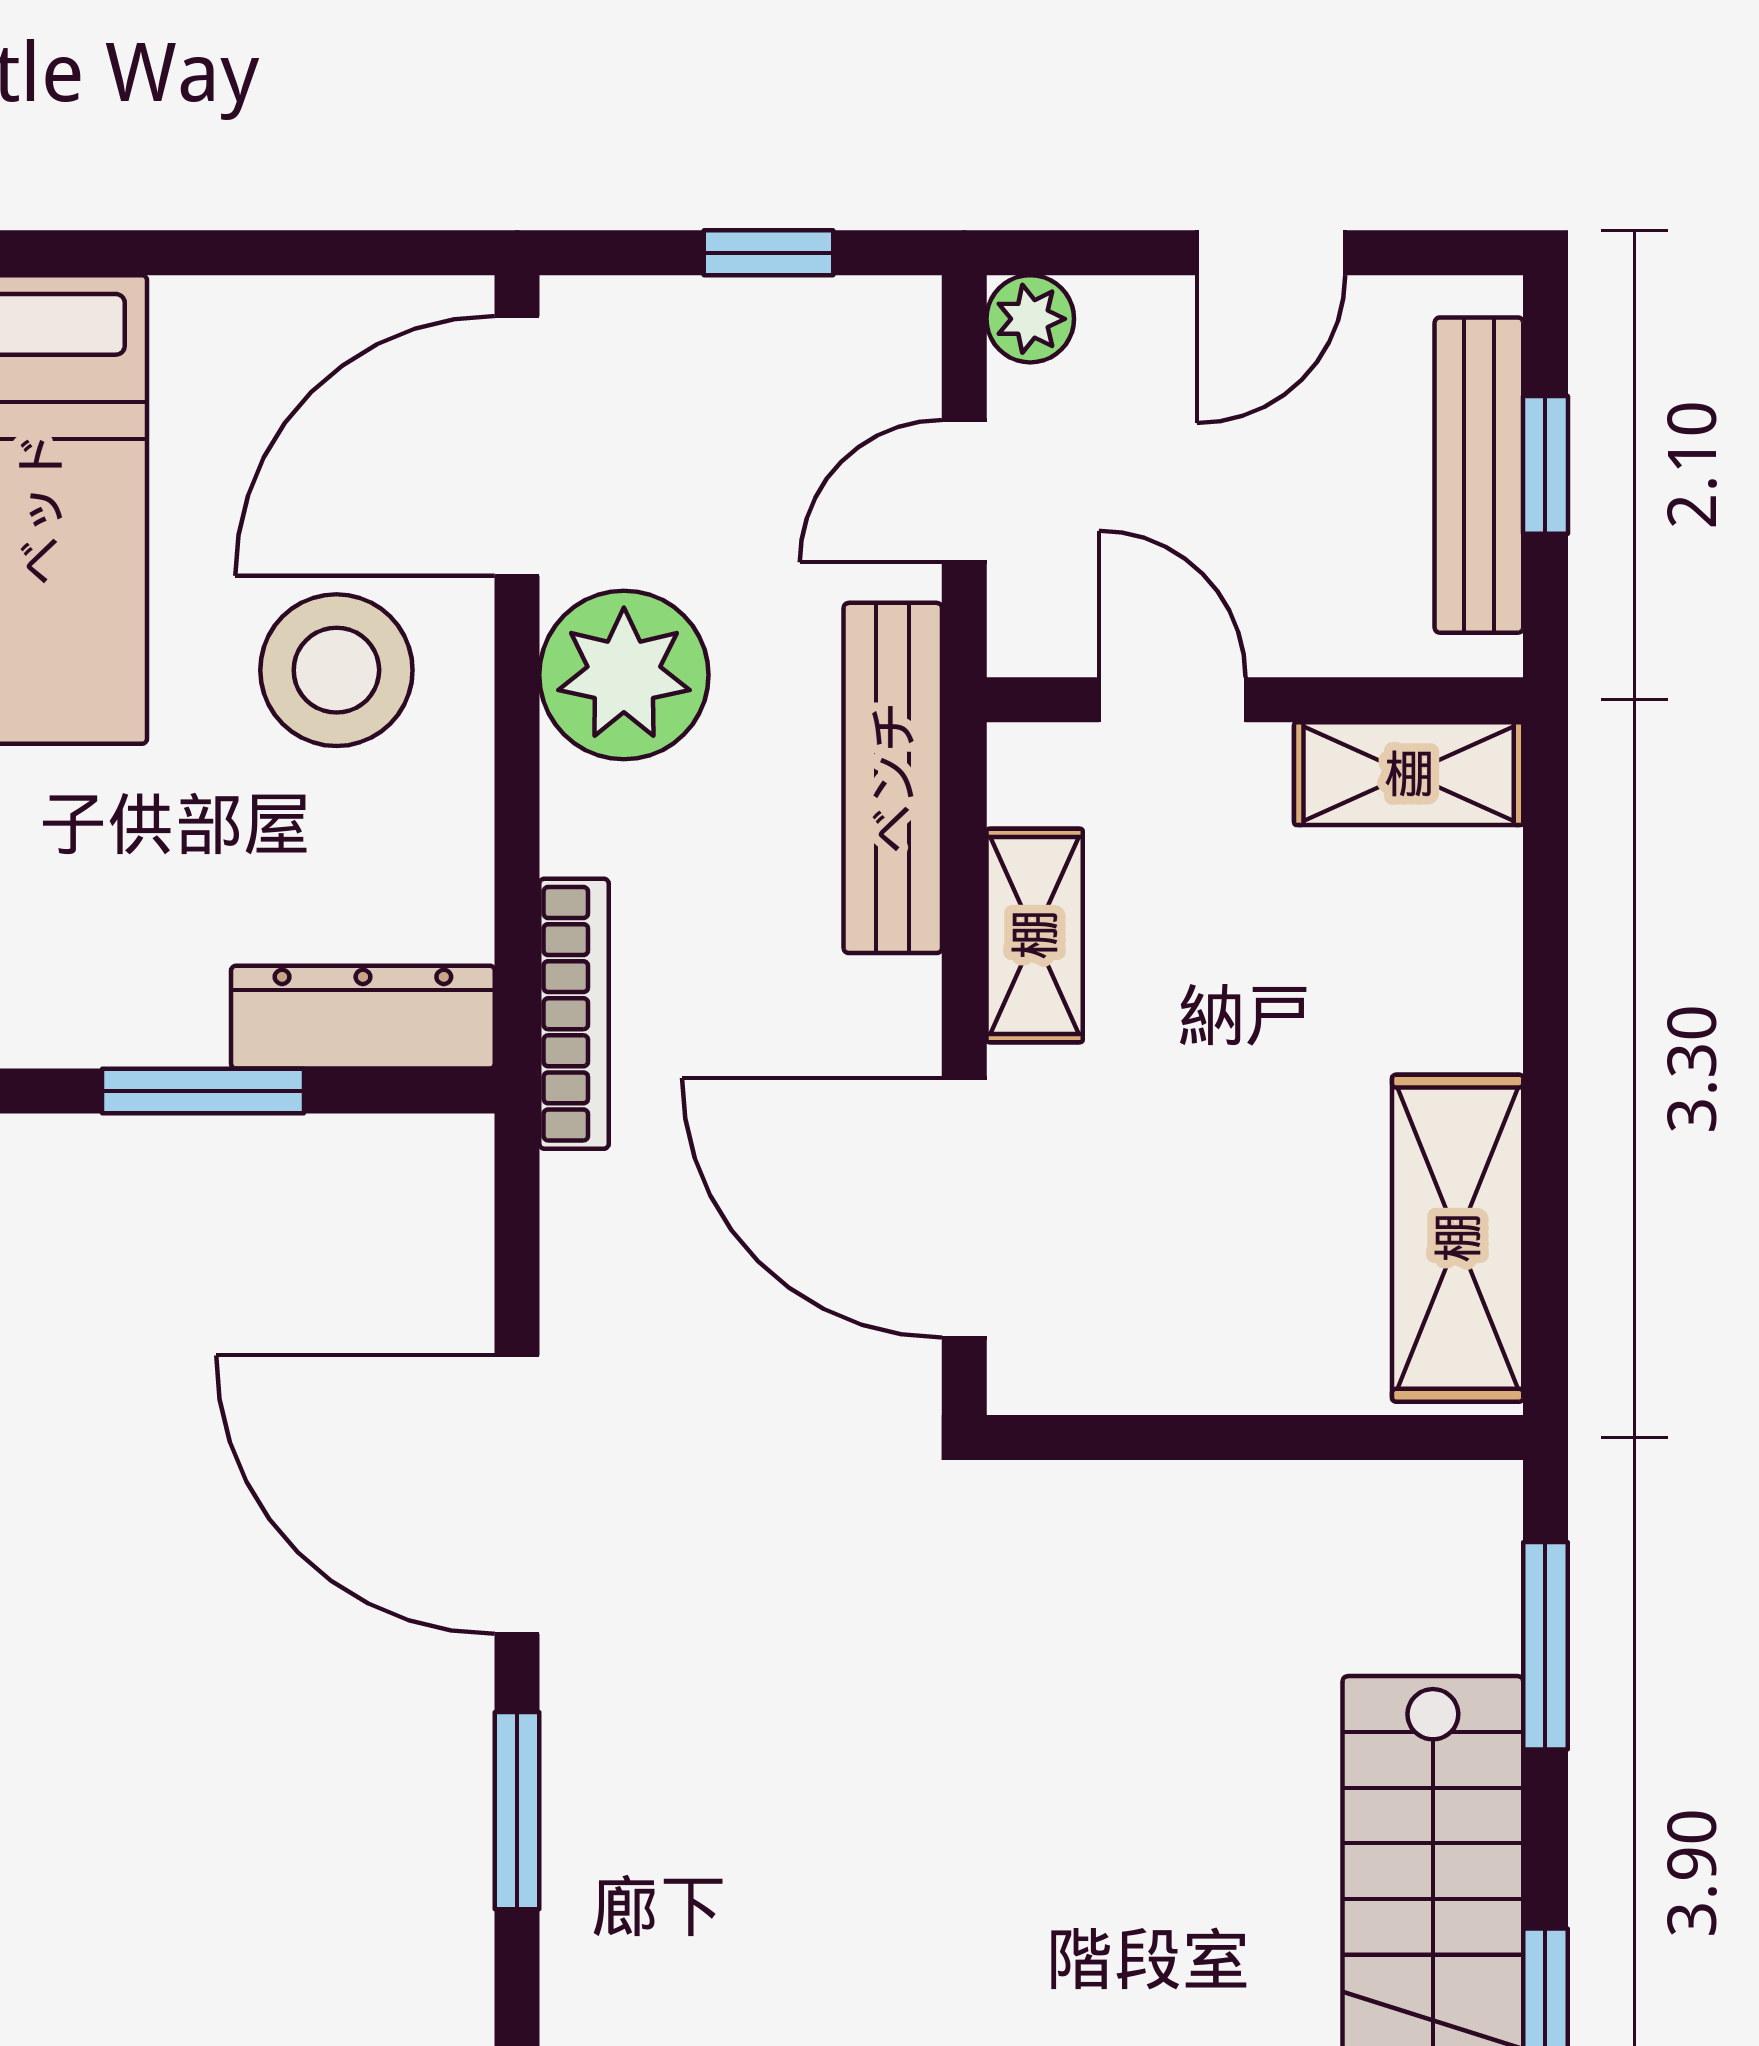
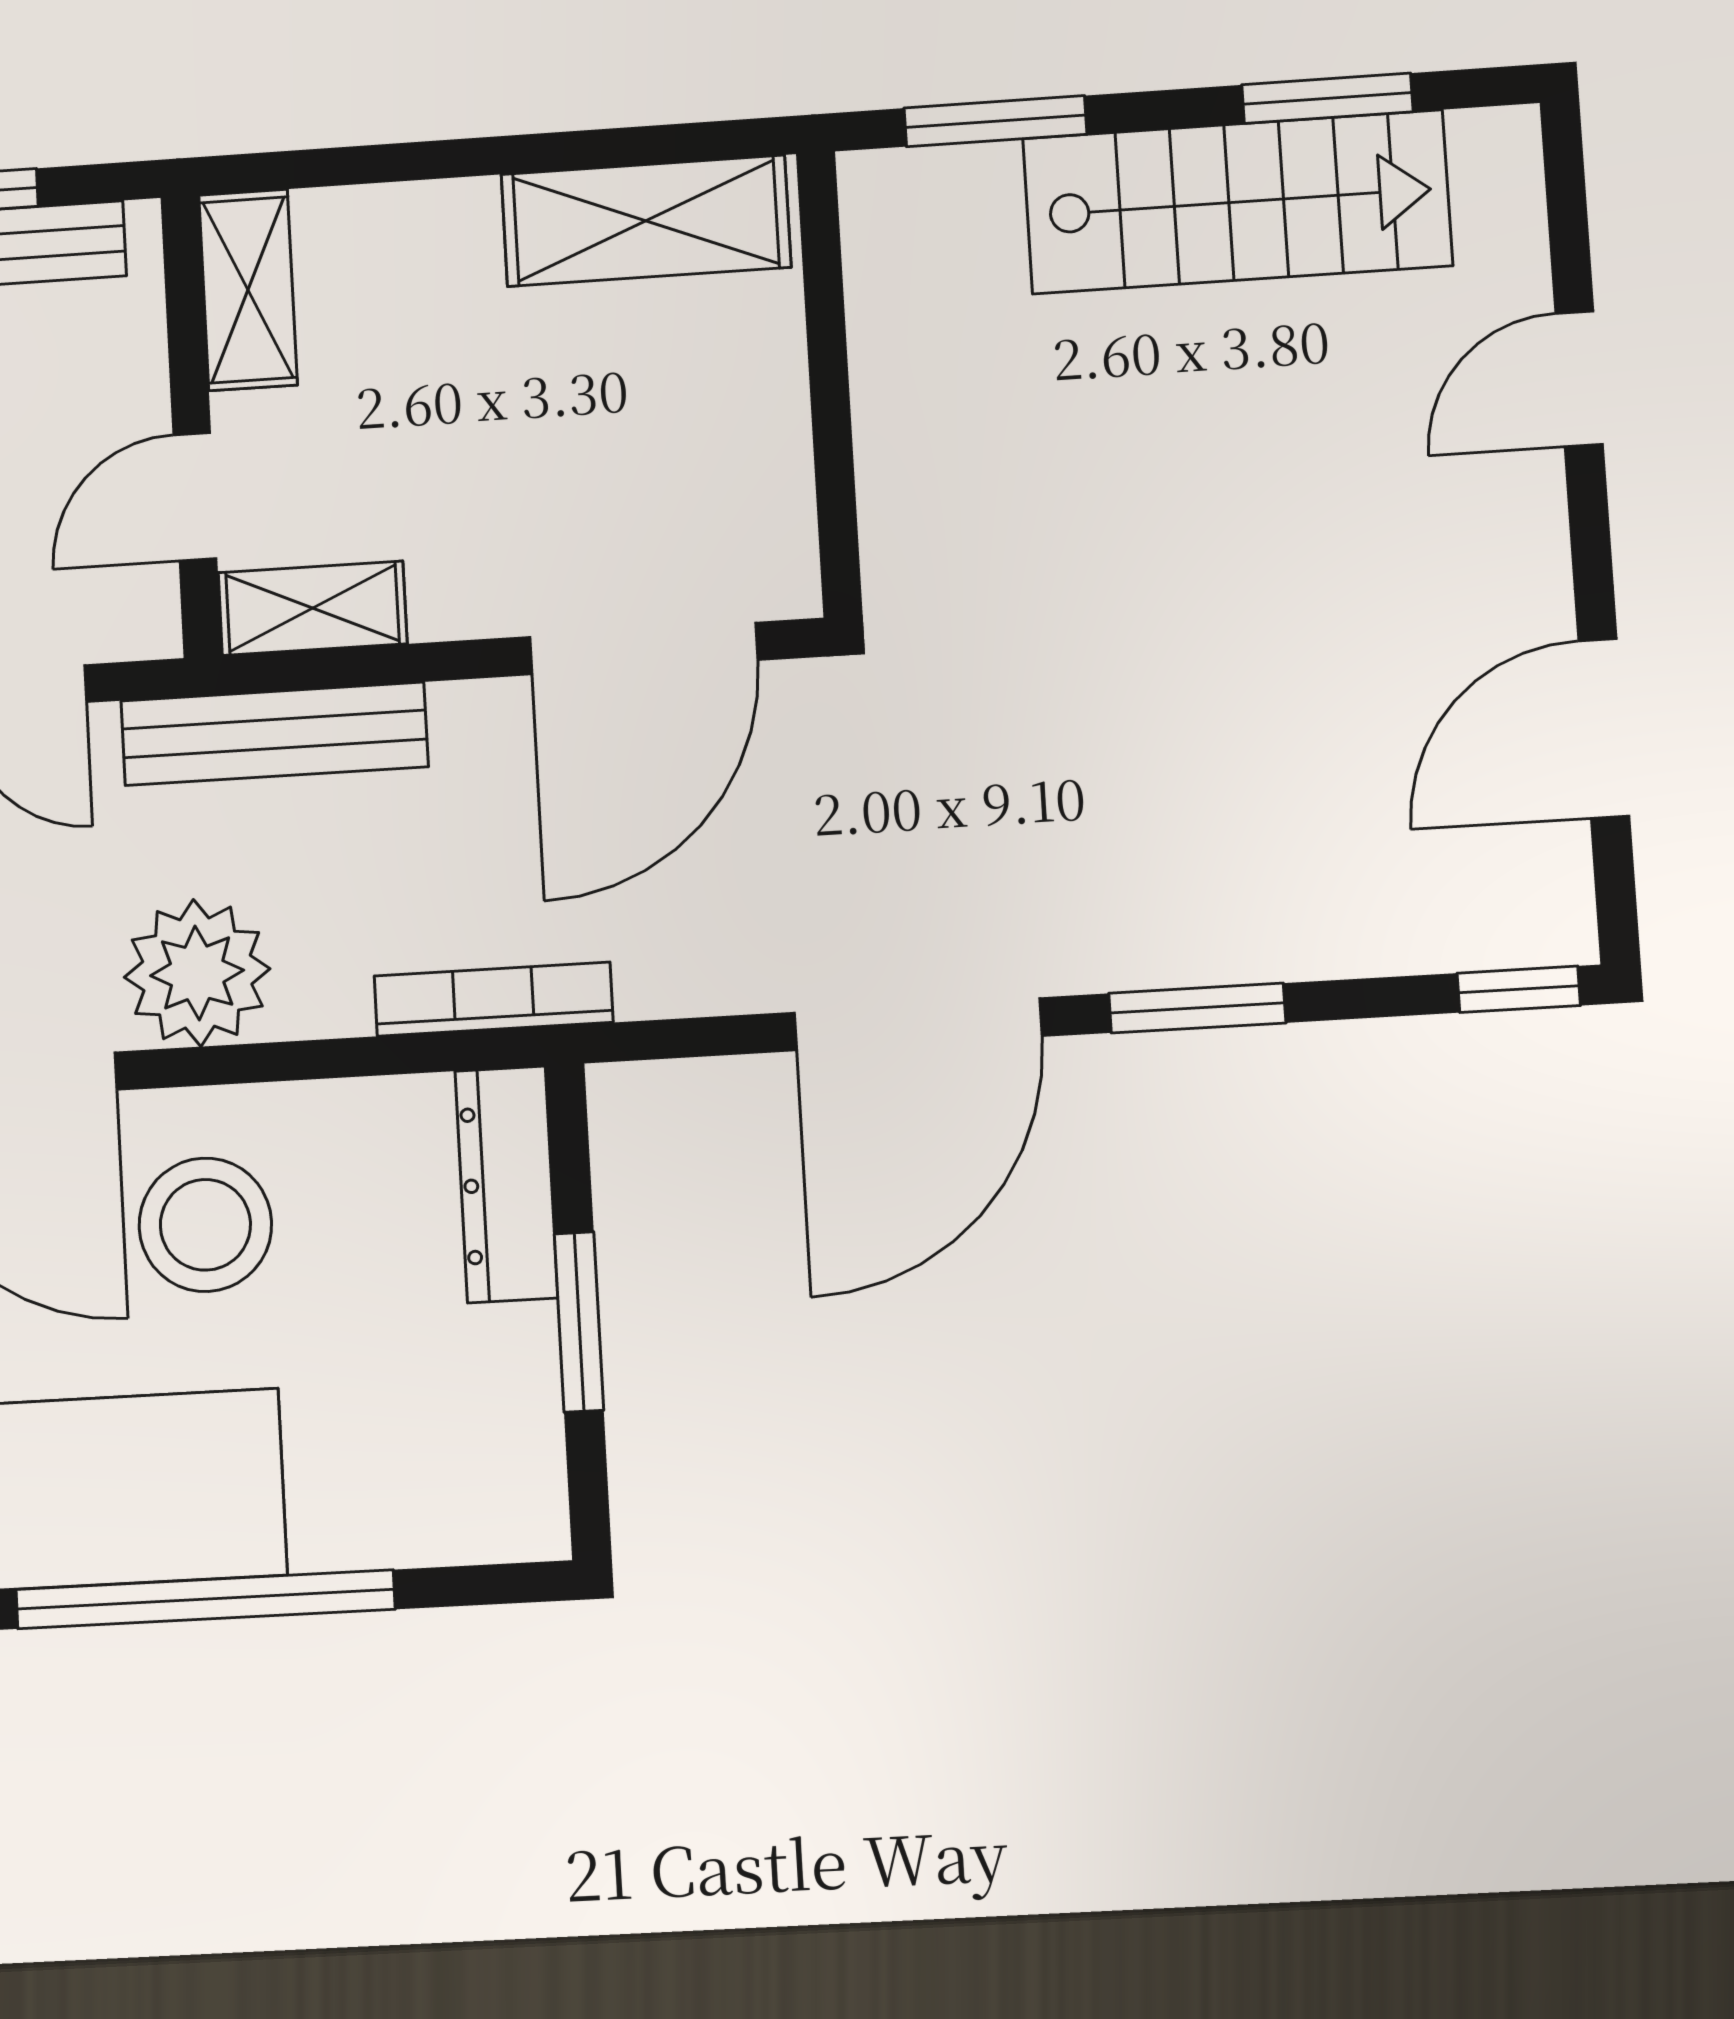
shelving: (1035, 935) -> (313, 608), moved

